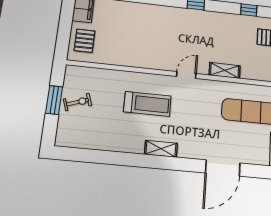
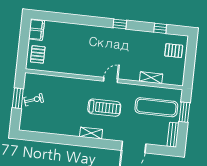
shelving: (225, 70) -> (151, 78), moved
treadmill: (147, 104) -> (104, 108), moved

